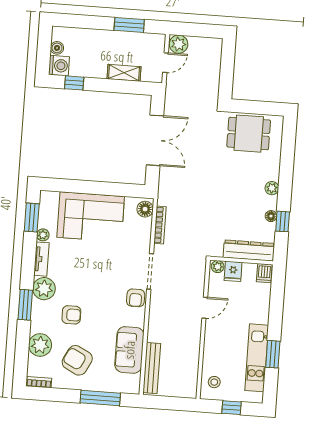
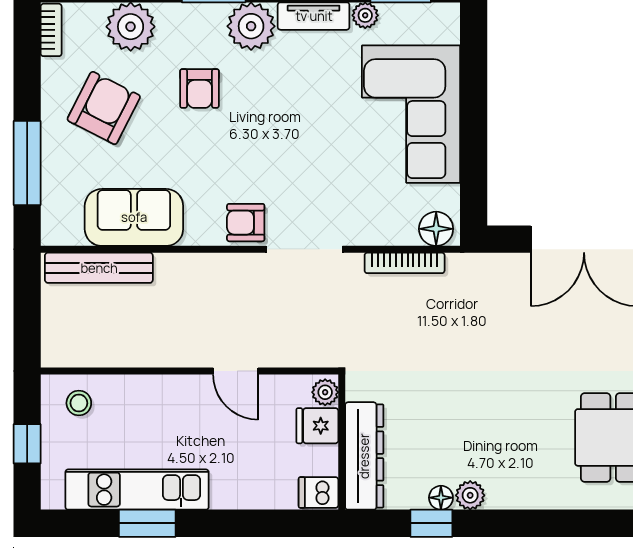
plant: (272, 188) -> (470, 495), moved

